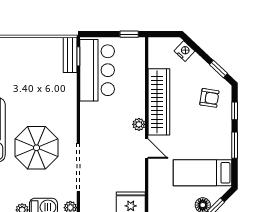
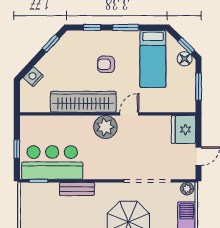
window: (129, 34) -> (17, 149), moved
bench: (70, 55) -> (77, 189), moved
armchair: (209, 98) -> (106, 64), moved, turned -99
plant: (139, 124) -> (105, 127), width x1.87, depth x1.87

